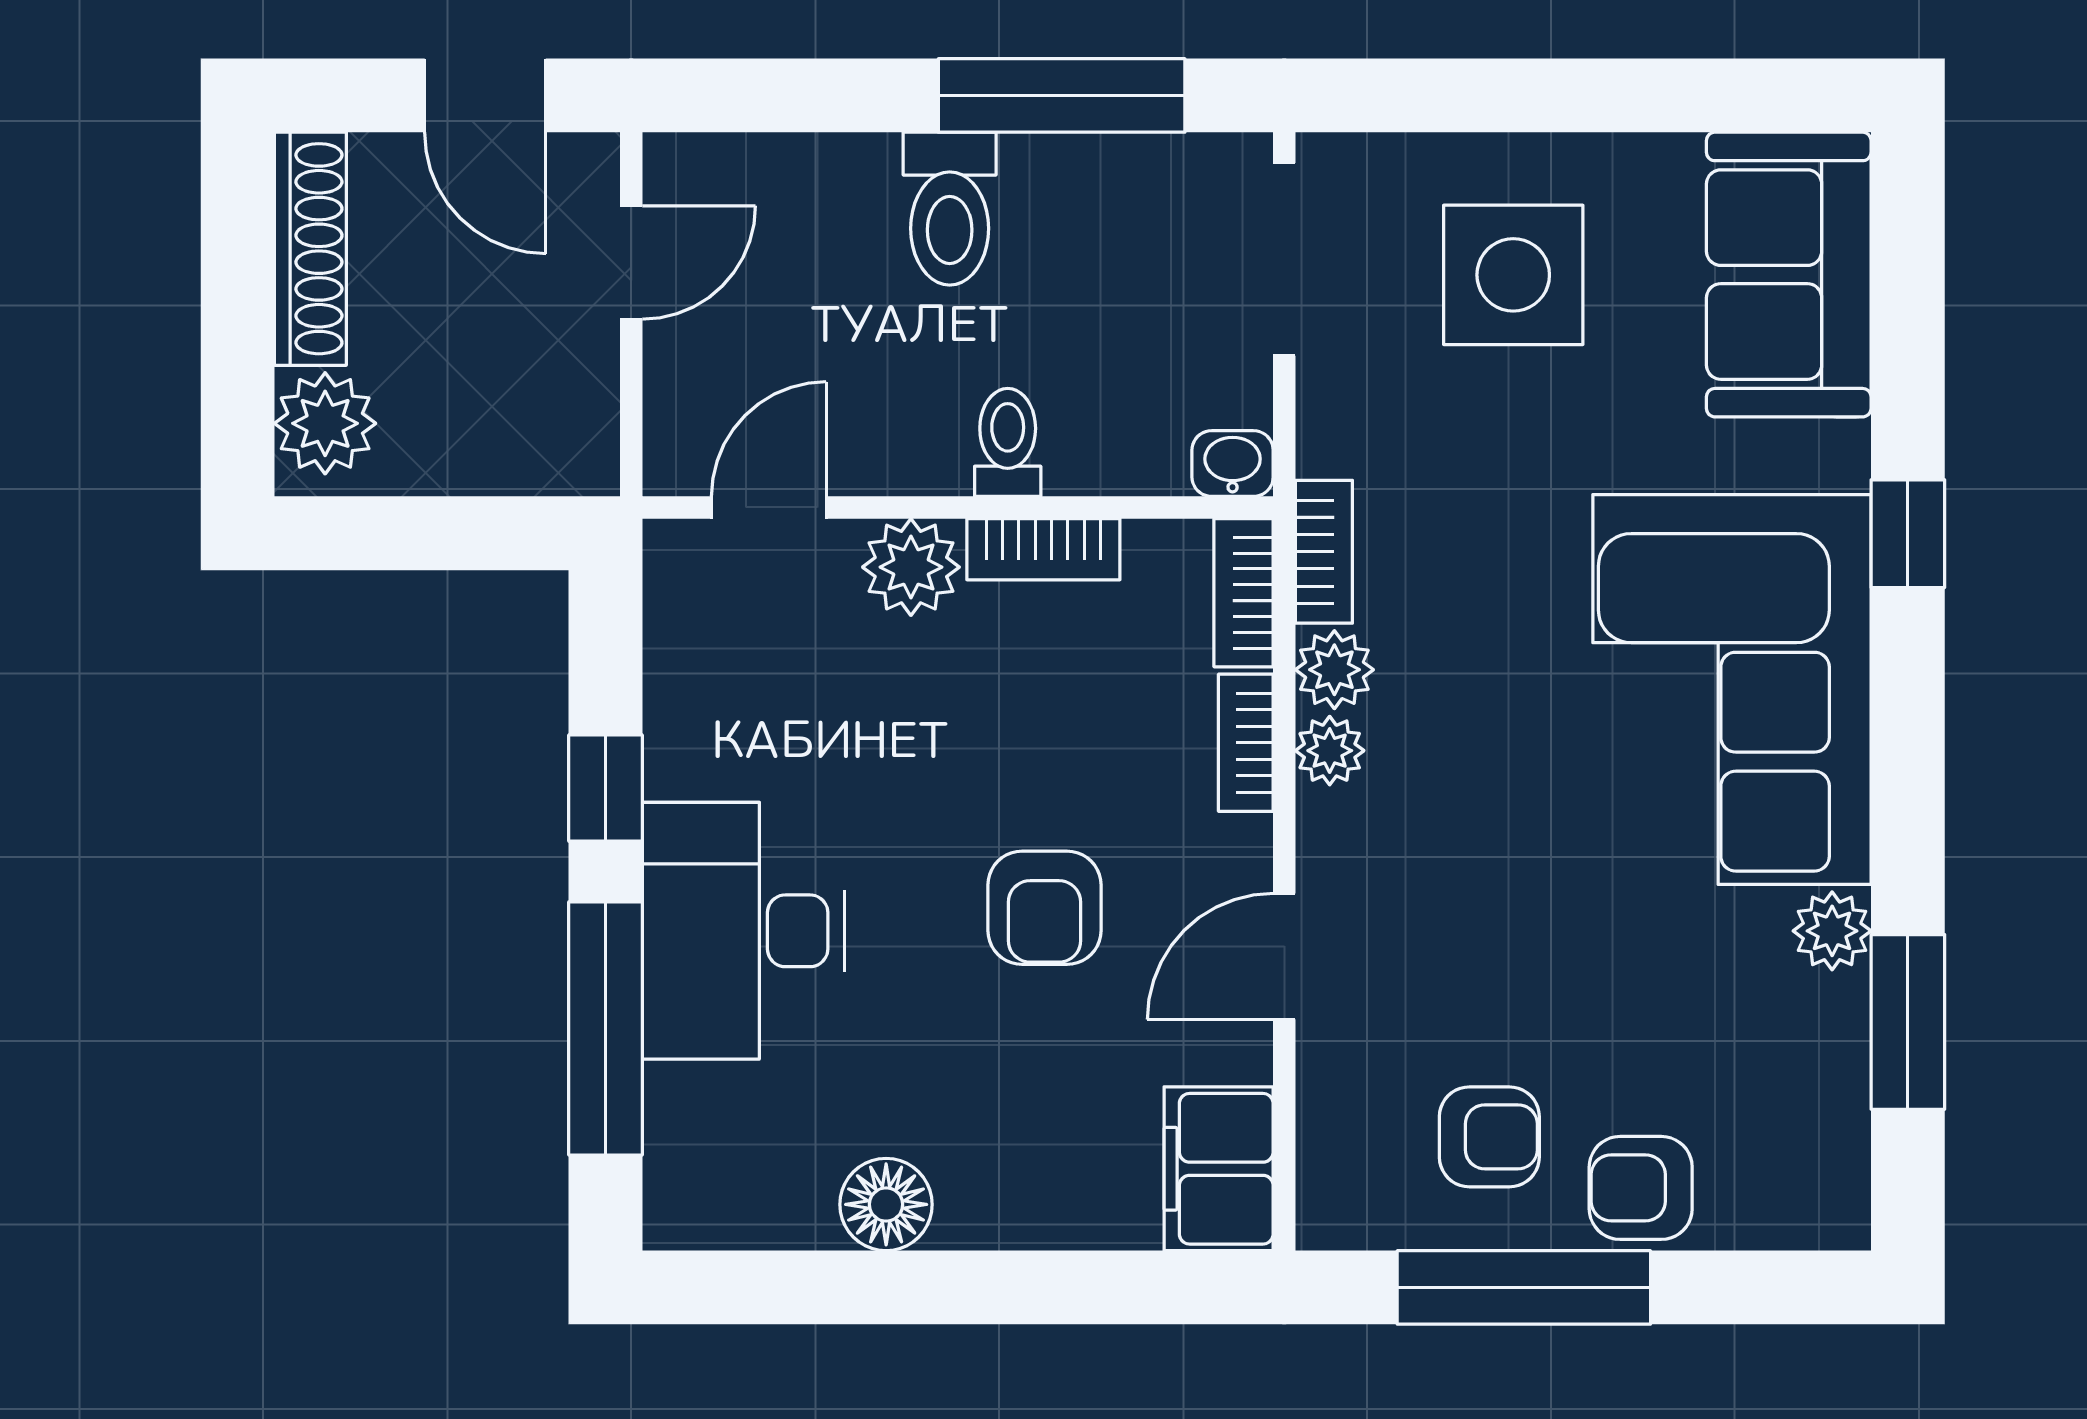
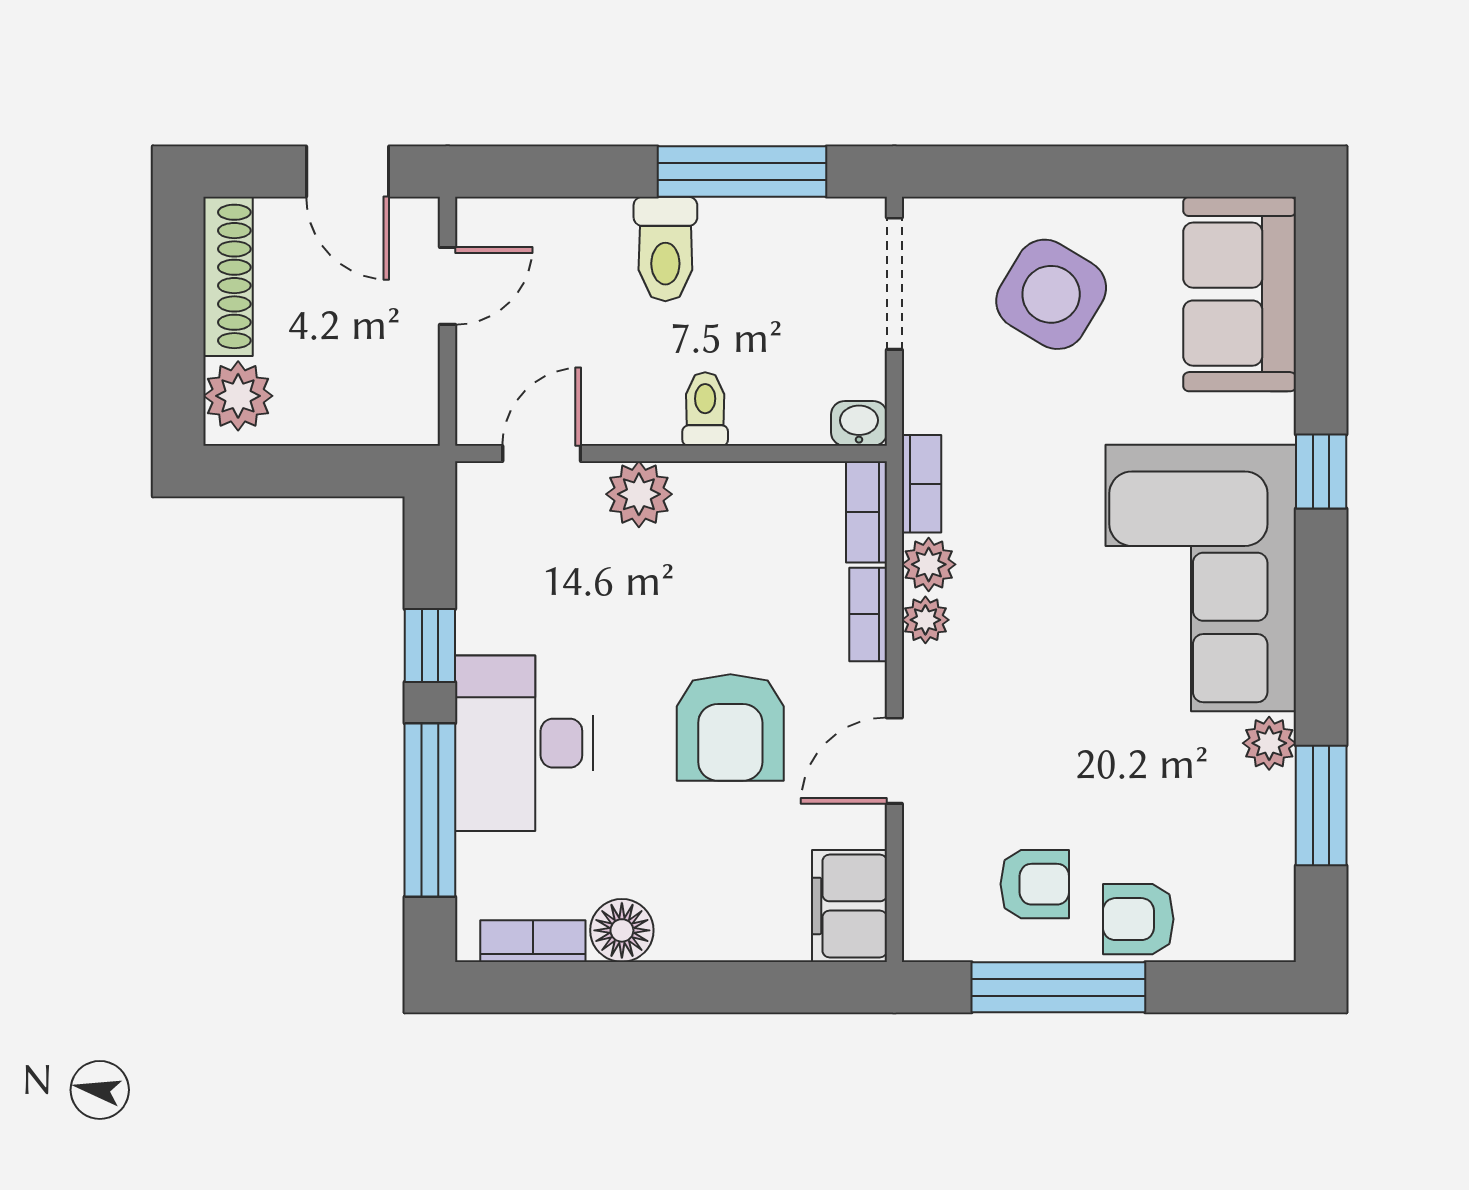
side table: (1513, 275) -> (1051, 294), turned 31
bookcase: (1043, 549) -> (533, 941), moved, turned 180
armchair: (1045, 908) -> (730, 727), width x1.38, depth x1.38

